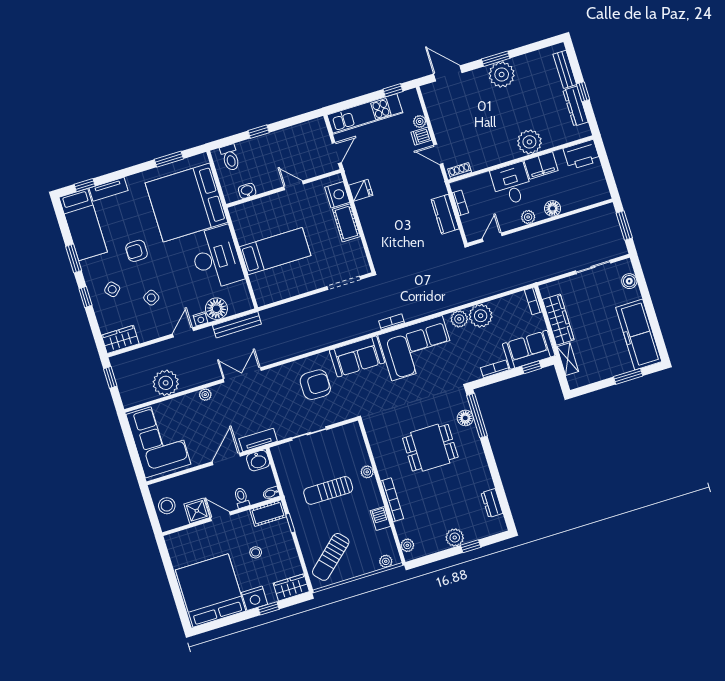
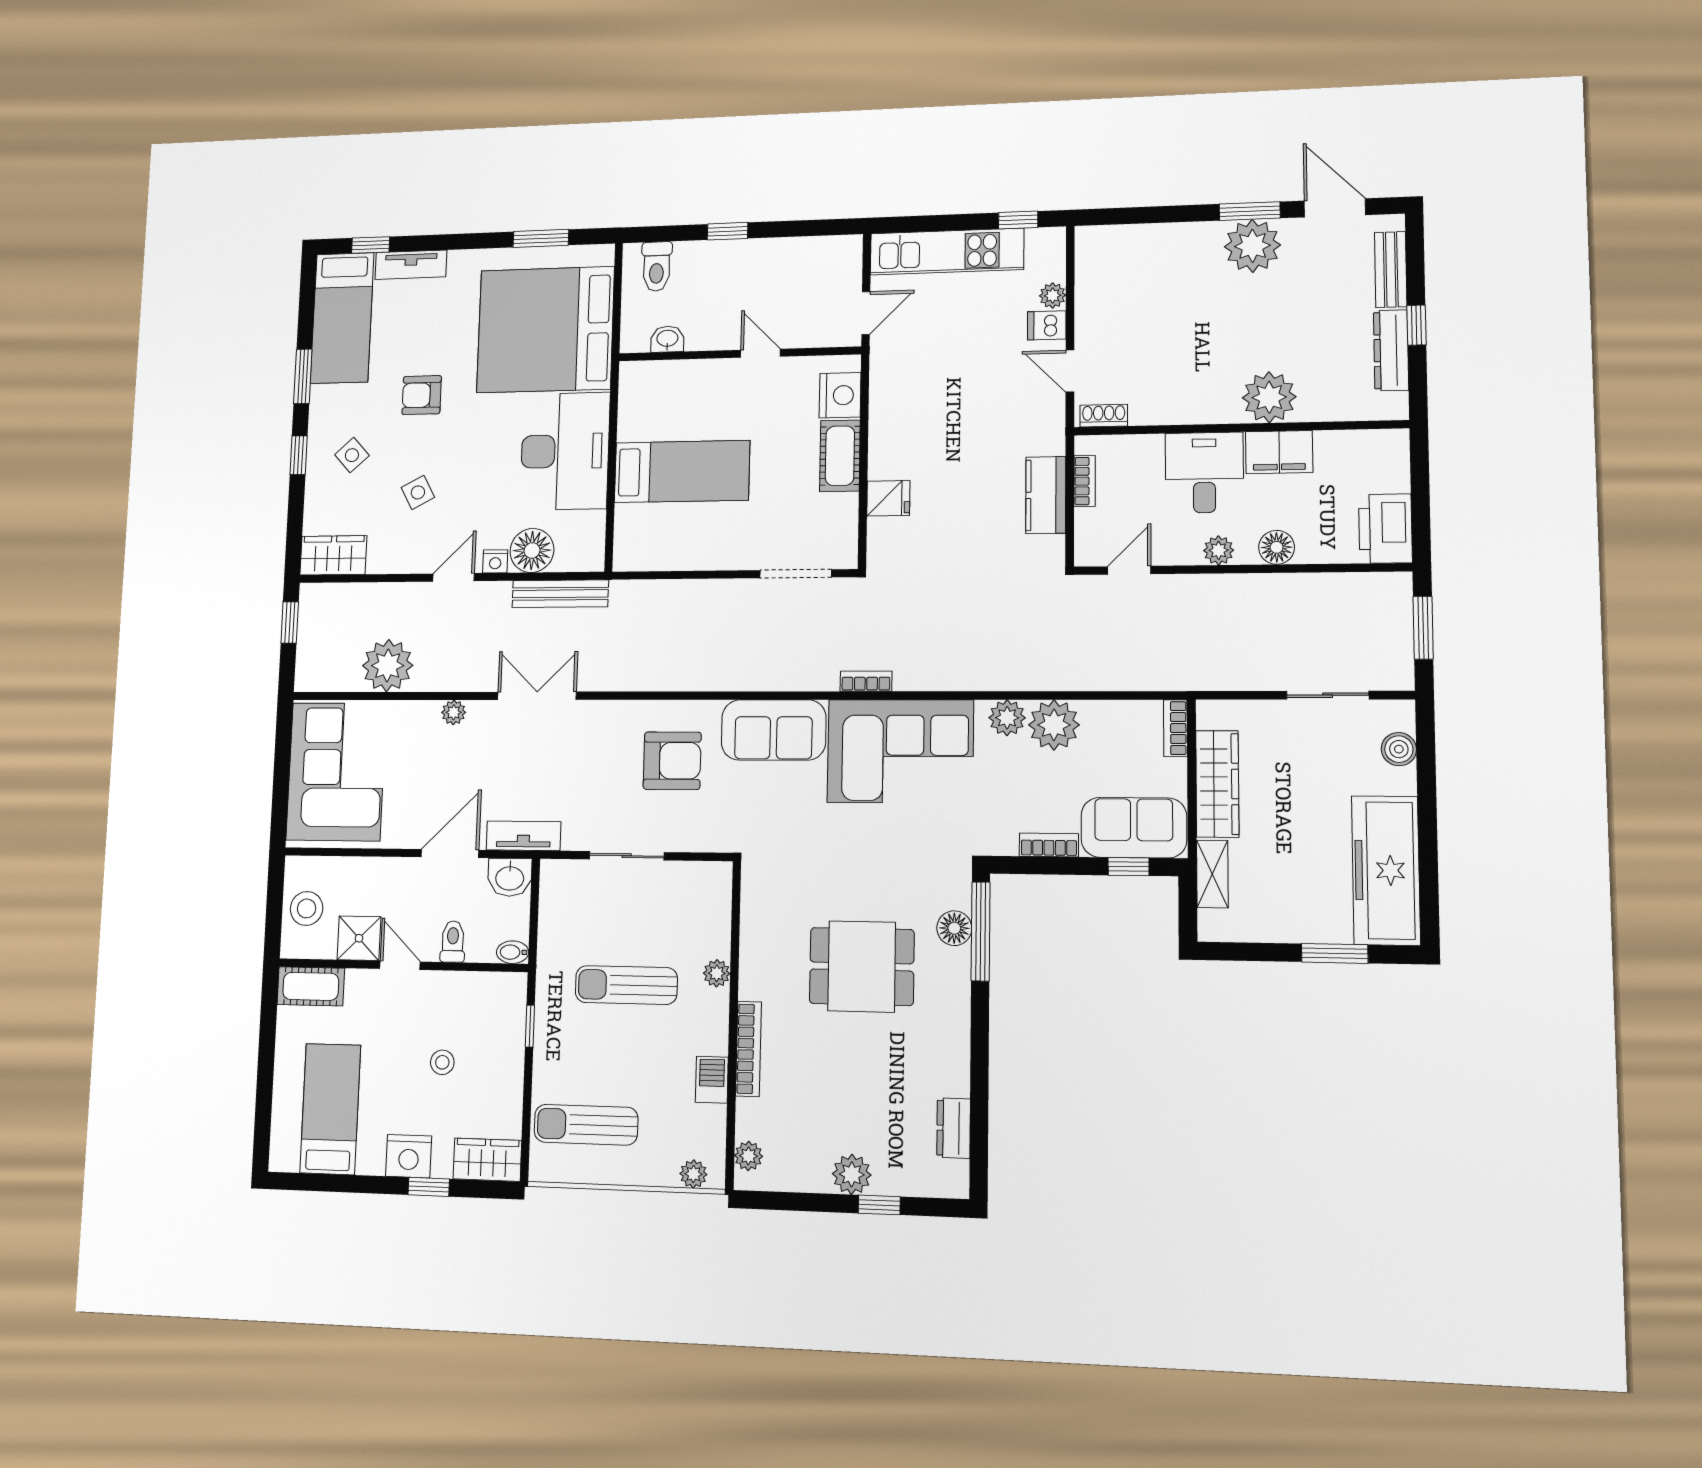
door: (448, 73) -> (1335, 208), moved
printer: (582, 155) -> (1385, 529), moved, turned 90
fridge: (361, 190) -> (888, 498), moved
cot: (268, 513) -> (311, 986), moved
sun lounger: (331, 557) -> (586, 1125), turned 42
bed: (211, 590) -> (330, 1109), width x0.49

